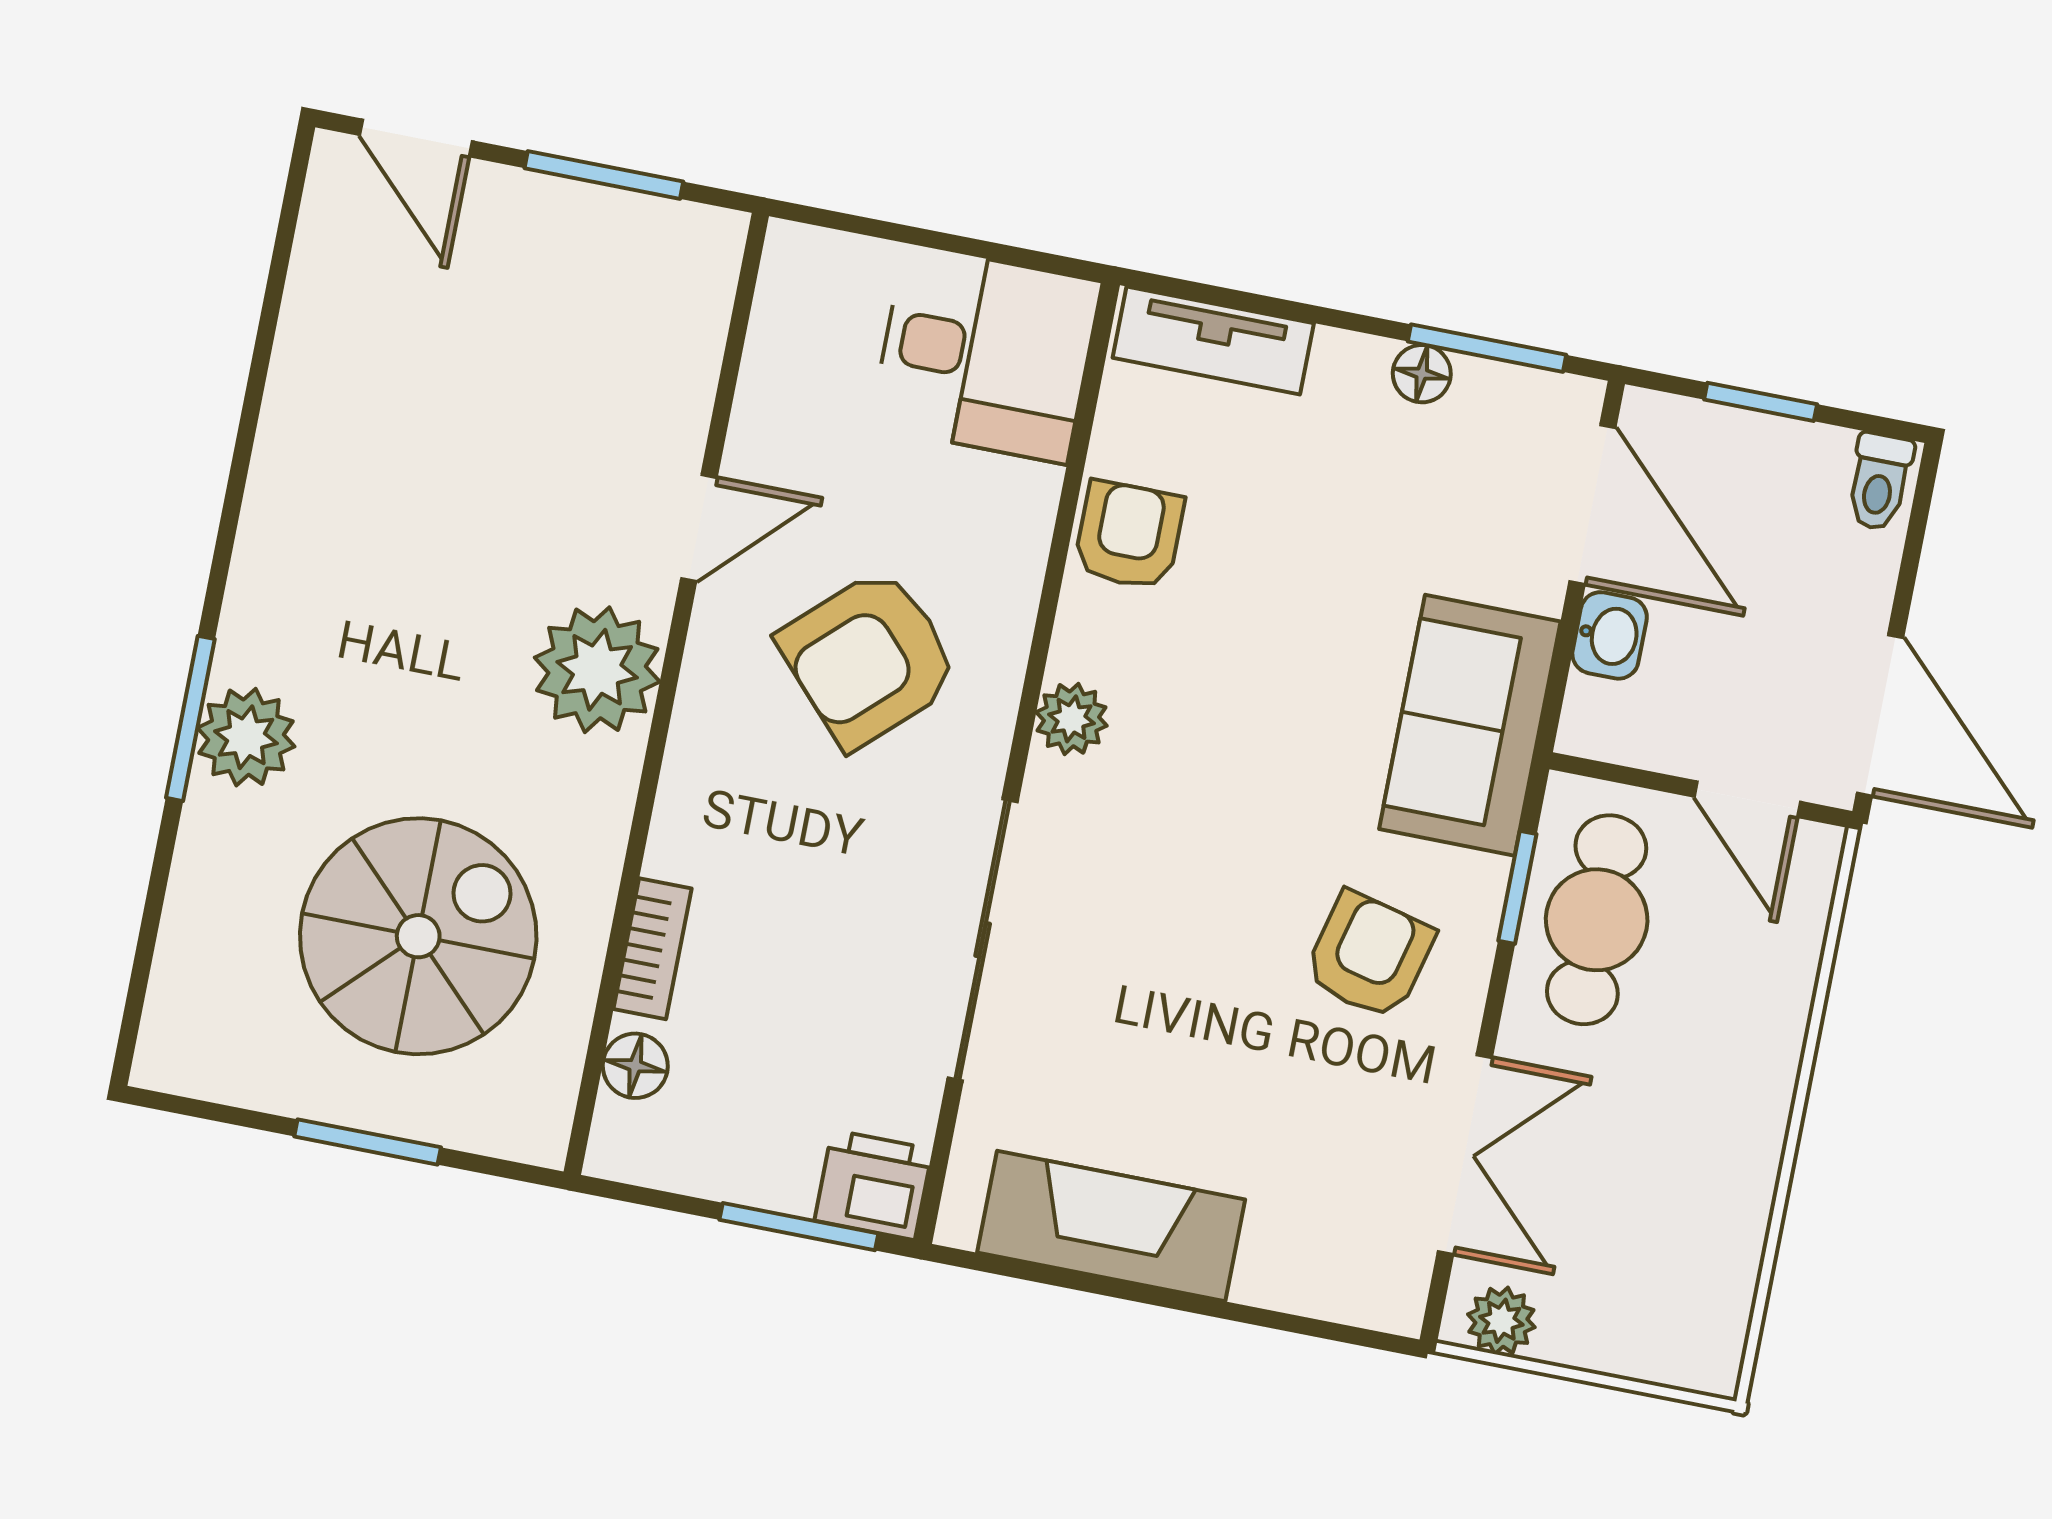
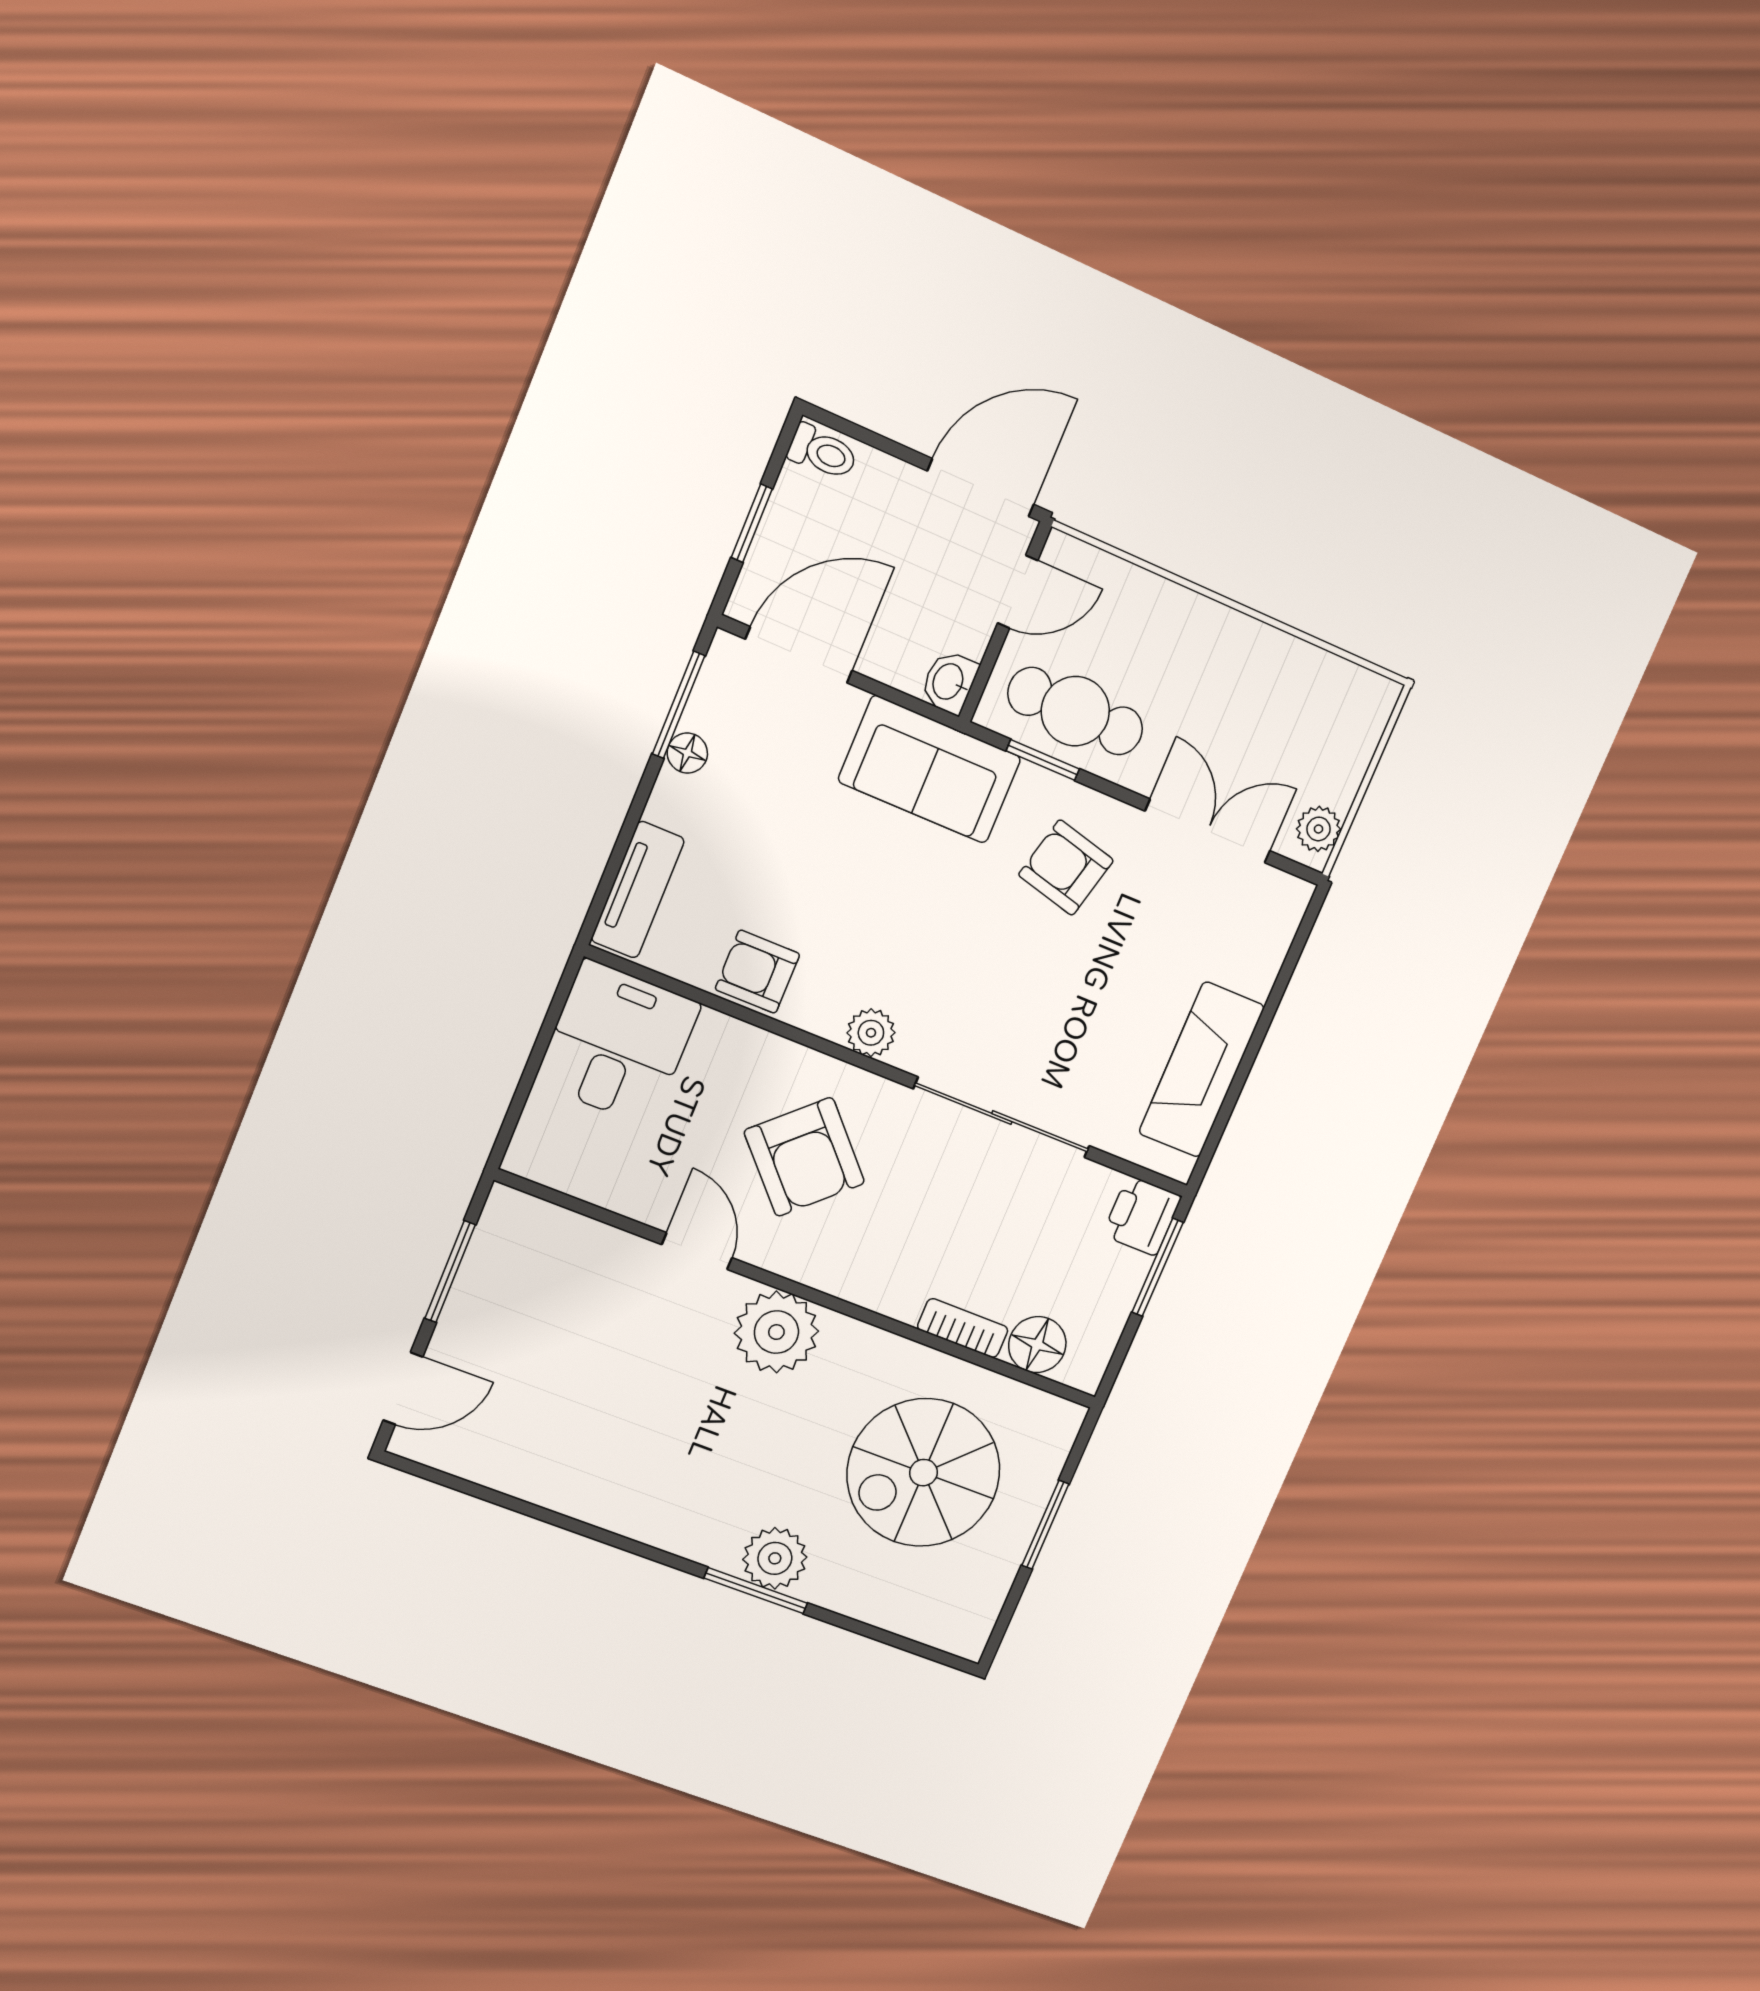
washbasin: (1610, 635) -> (949, 682), moved, turned -90
spiral stairs: (418, 936) -> (923, 1473), turned -90
floor lamp: (635, 1066) -> (1037, 1345), width x1.37, depth x1.37

